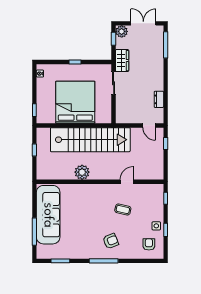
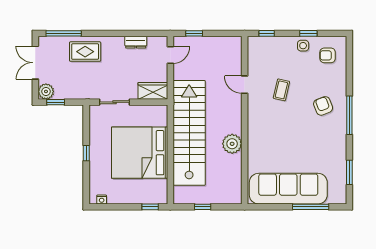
wardrobe: (122, 61) -> (153, 91), moved
rug: (152, 61) -> (85, 52), added

